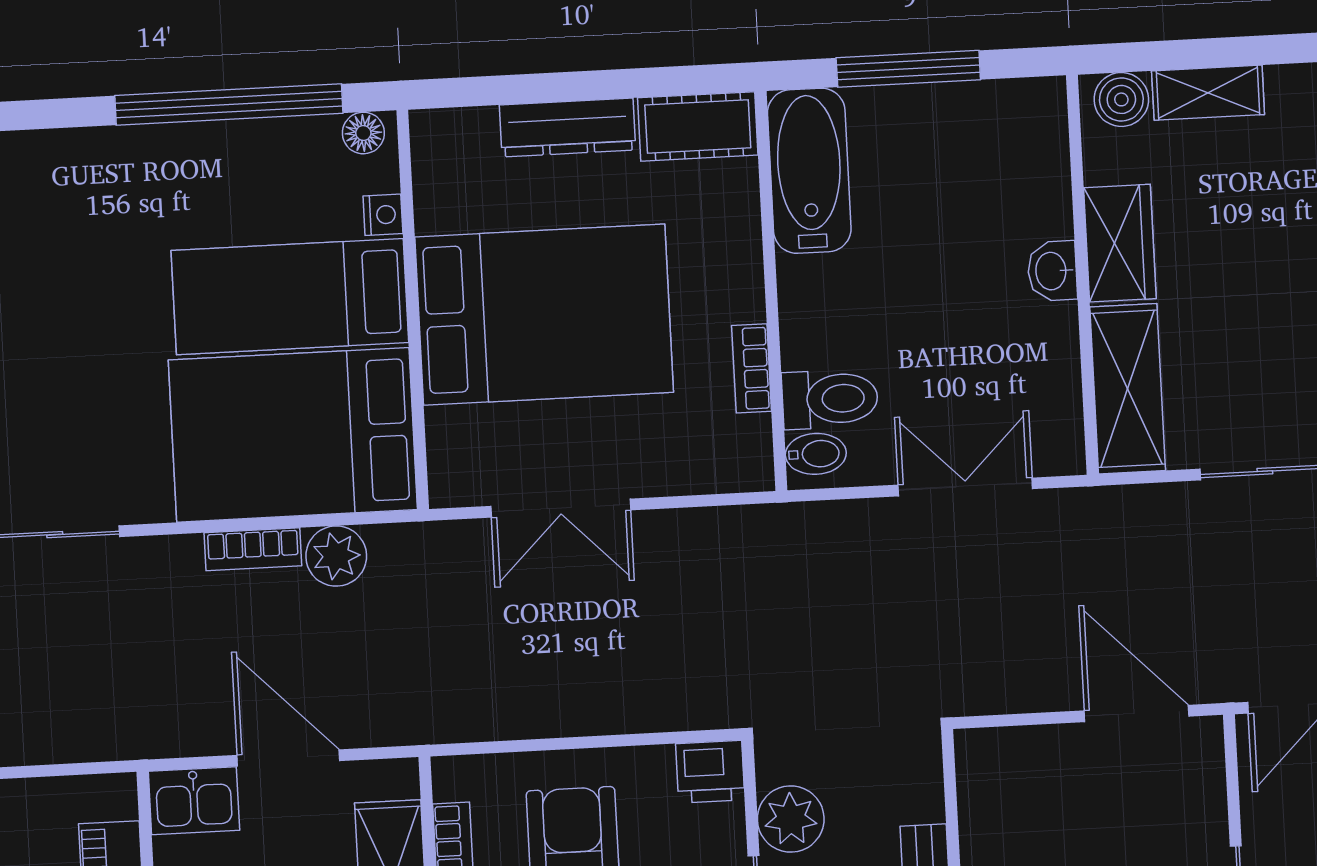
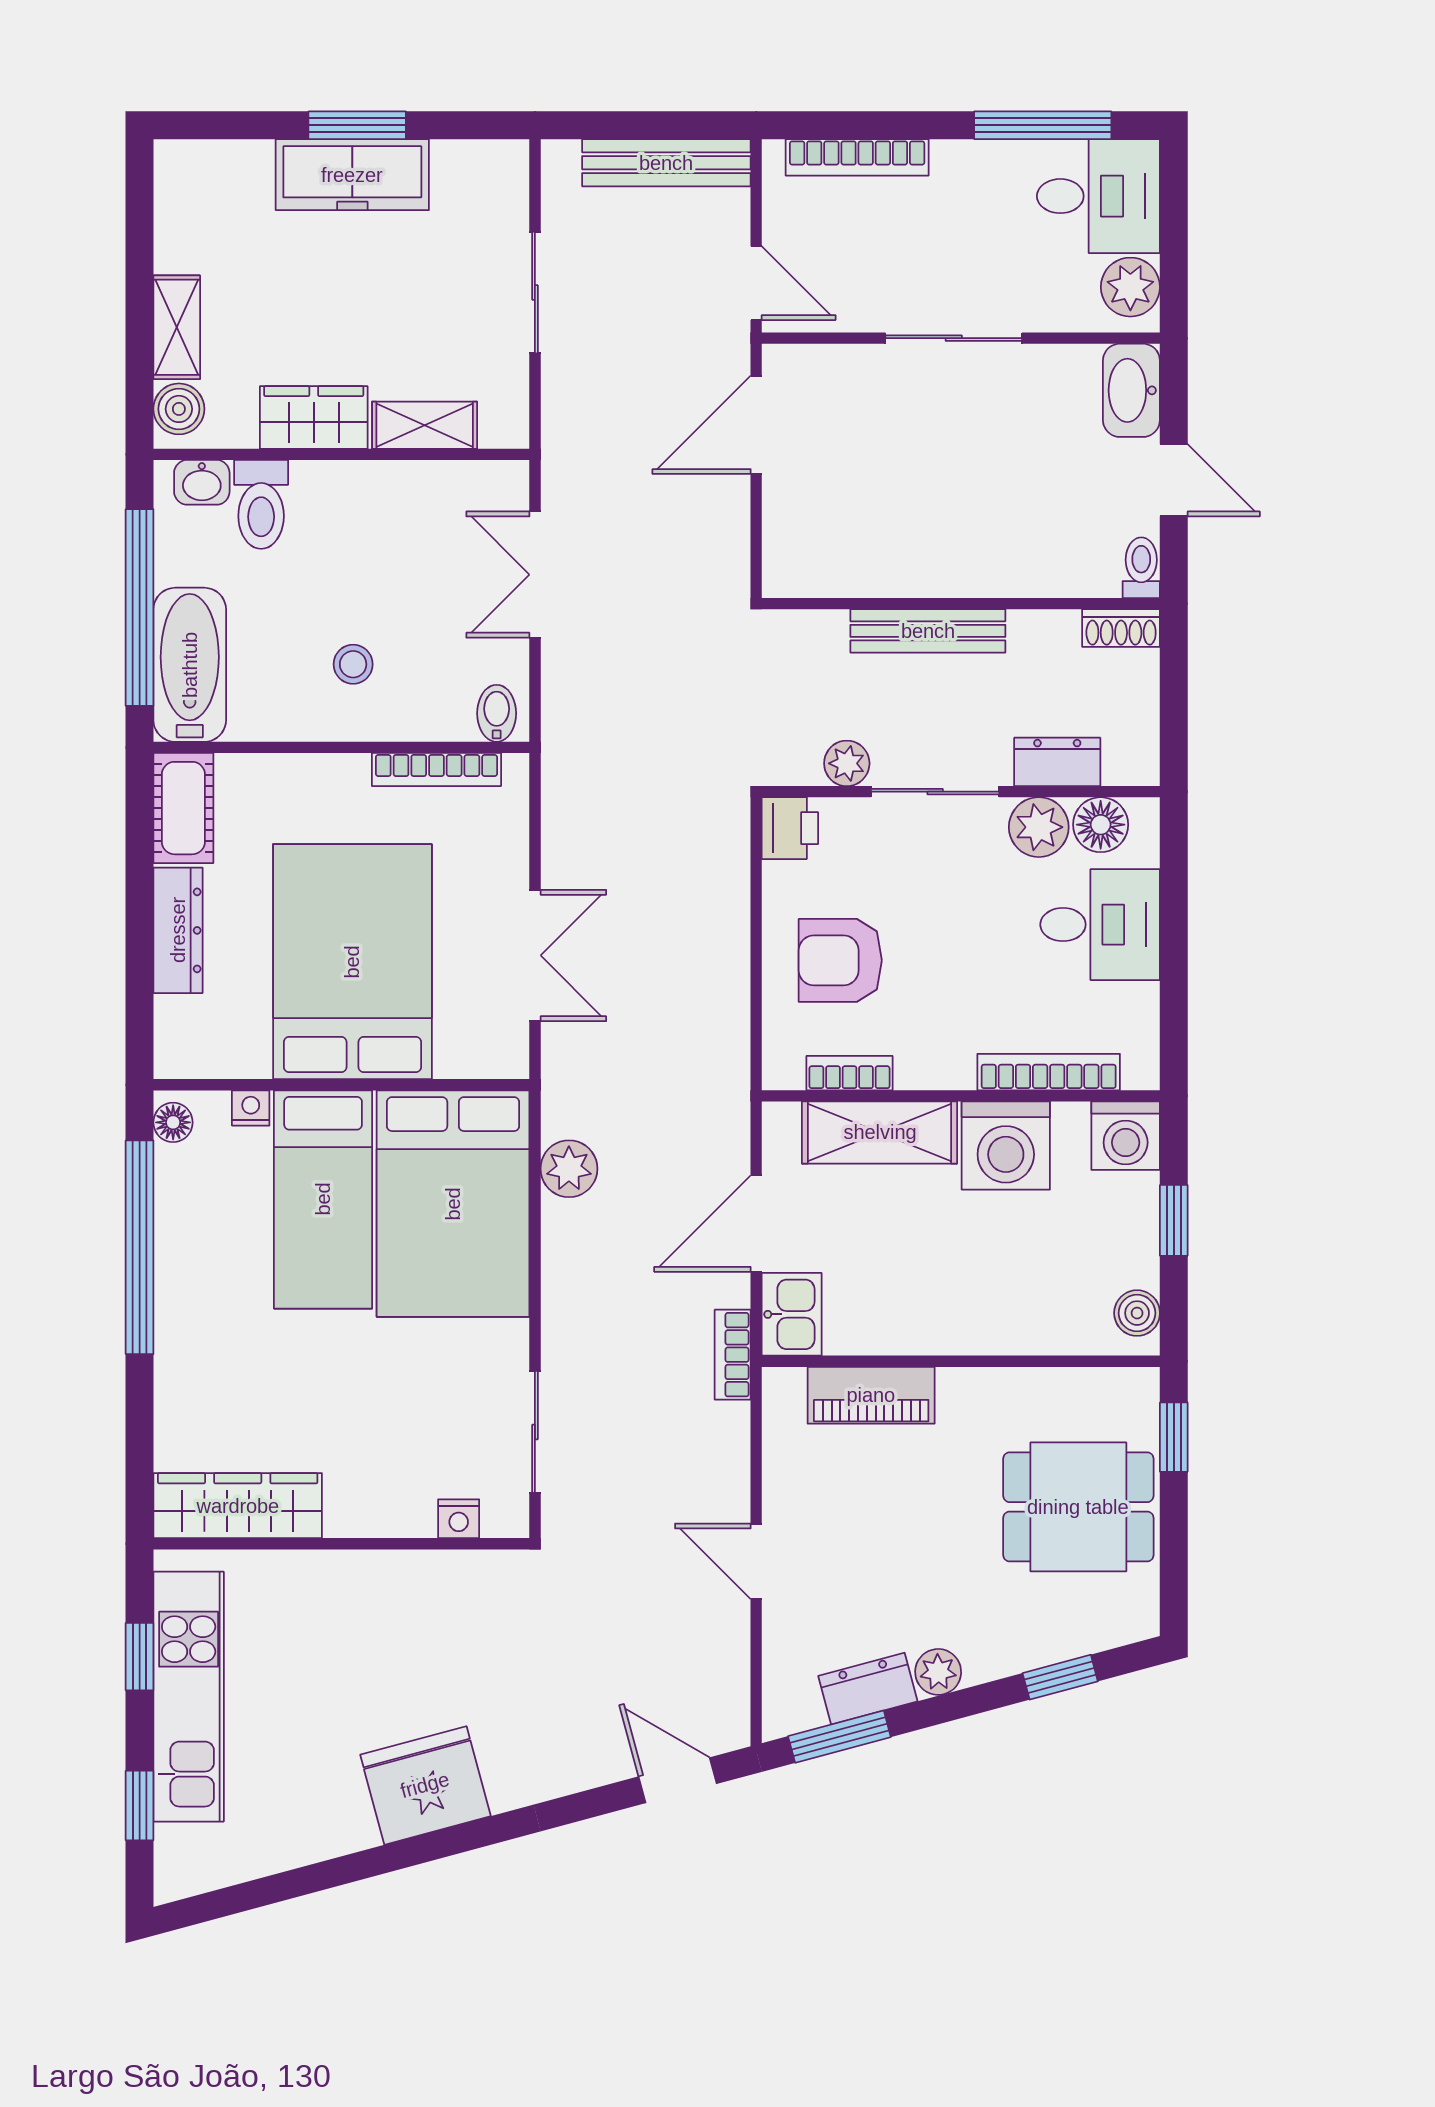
window: (908, 69) -> (140, 608), width x1.46
bathtub: (809, 171) -> (190, 665), moved, turned 90
washbasin: (1052, 271) -> (202, 482), moved
stool: (860, 299) -> (353, 664), added
bookcase: (752, 368) -> (436, 769), width x1.56
shelving: (1128, 389) -> (425, 425), width x0.67, depth x0.75
toilet: (830, 399) -> (261, 504), moved, turned 180
bookcase: (253, 549) -> (733, 1355), moved, turned 180
plant: (791, 819) -> (847, 763), width x0.73, depth x0.73

